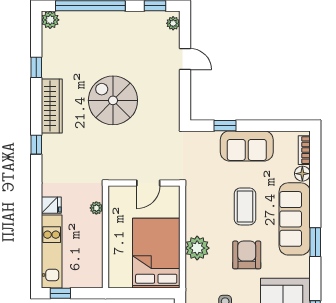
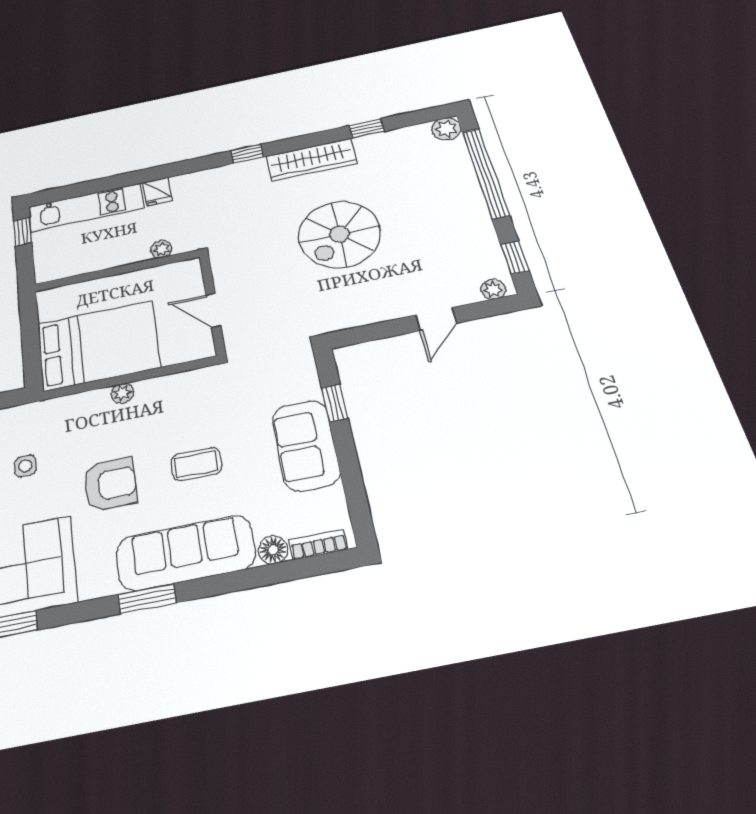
spiral stairs: (113, 100) -> (339, 234), turned 180
coffee table: (245, 206) -> (196, 464), width x0.73, depth x0.77
plant: (197, 248) -> (122, 393), width x0.53, depth x0.53

